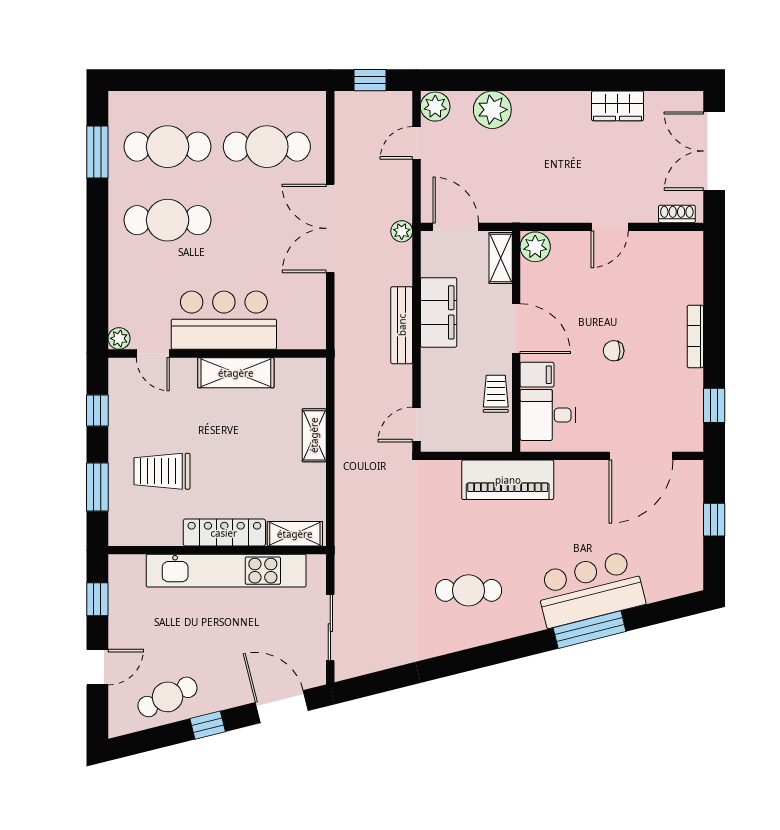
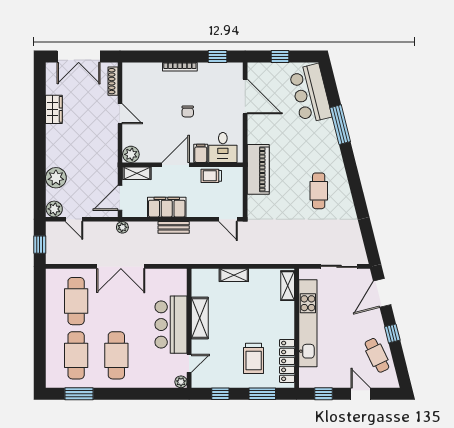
shoe rack: (677, 214) -> (113, 81), width x1.43
bench: (402, 325) -> (174, 227), width x0.73
locker: (224, 533) -> (287, 361), moved
bar counter: (590, 589) -> (310, 94), moved

